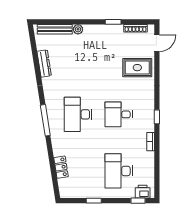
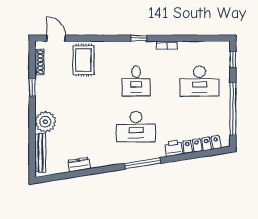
plant: (78, 29) -> (45, 122), width x1.87, depth x1.87
dresser: (44, 63) -> (79, 165), width x0.70
locker: (61, 167) -> (202, 145), width x1.53
printer: (143, 192) -> (174, 148), moved, turned 81
window: (94, 201) -> (233, 109), width x3.17

